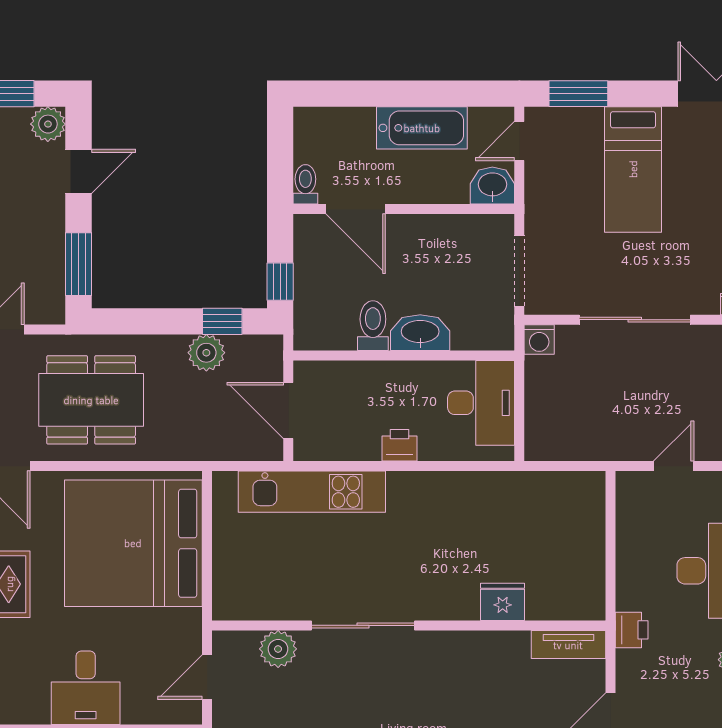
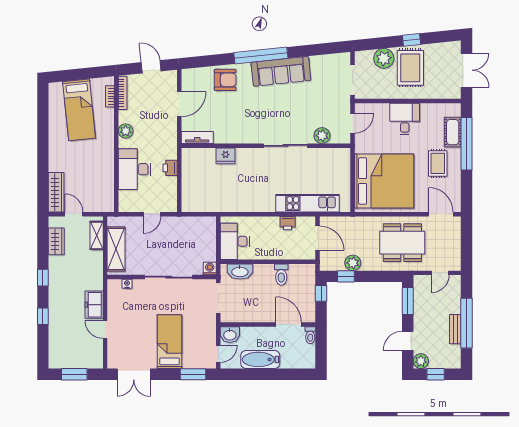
washbasin: (420, 333) -> (240, 272), moved
printer: (400, 445) -> (288, 223), moved
printer: (632, 630) -> (170, 168), moved

